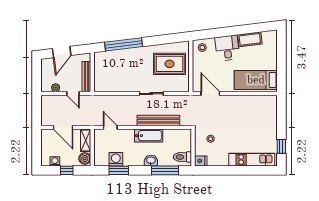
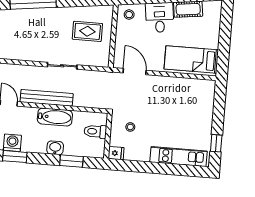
rug: (170, 64) -> (87, 31), width x0.73, depth x0.70
bench: (158, 121) -> (47, 98), moved
toilet: (182, 157) -> (95, 131), moved
window: (165, 170) -> (71, 161), width x0.69

